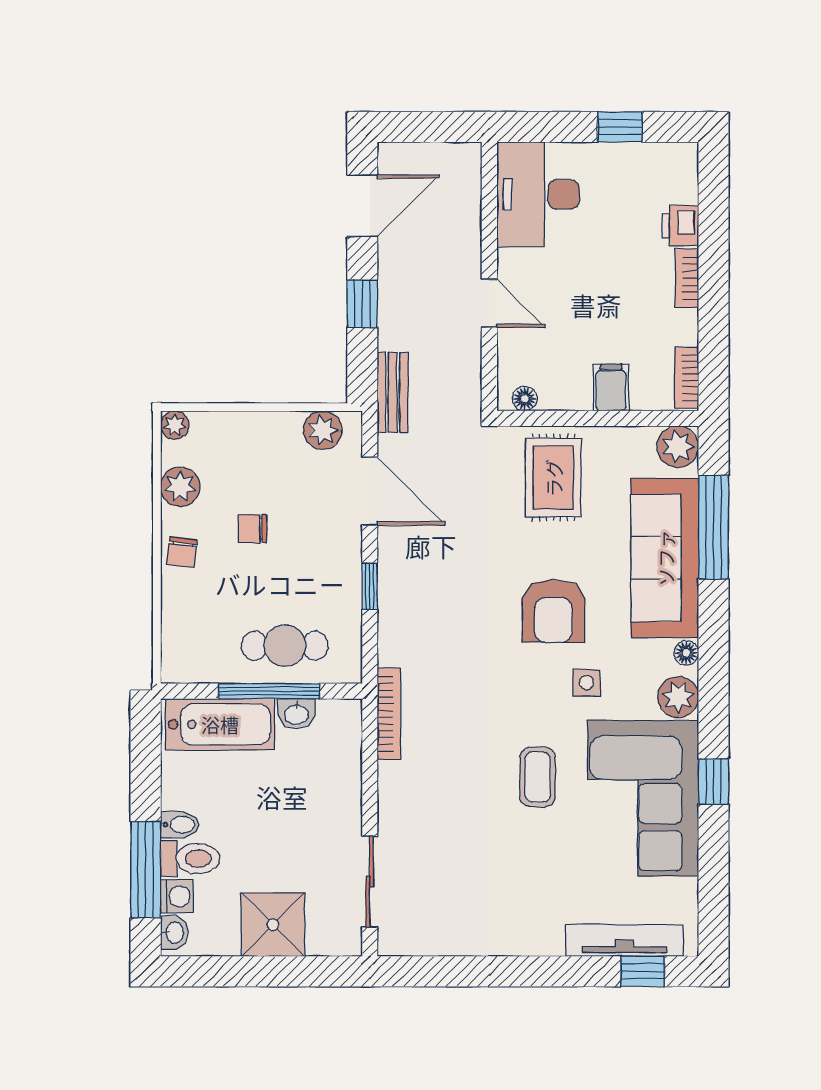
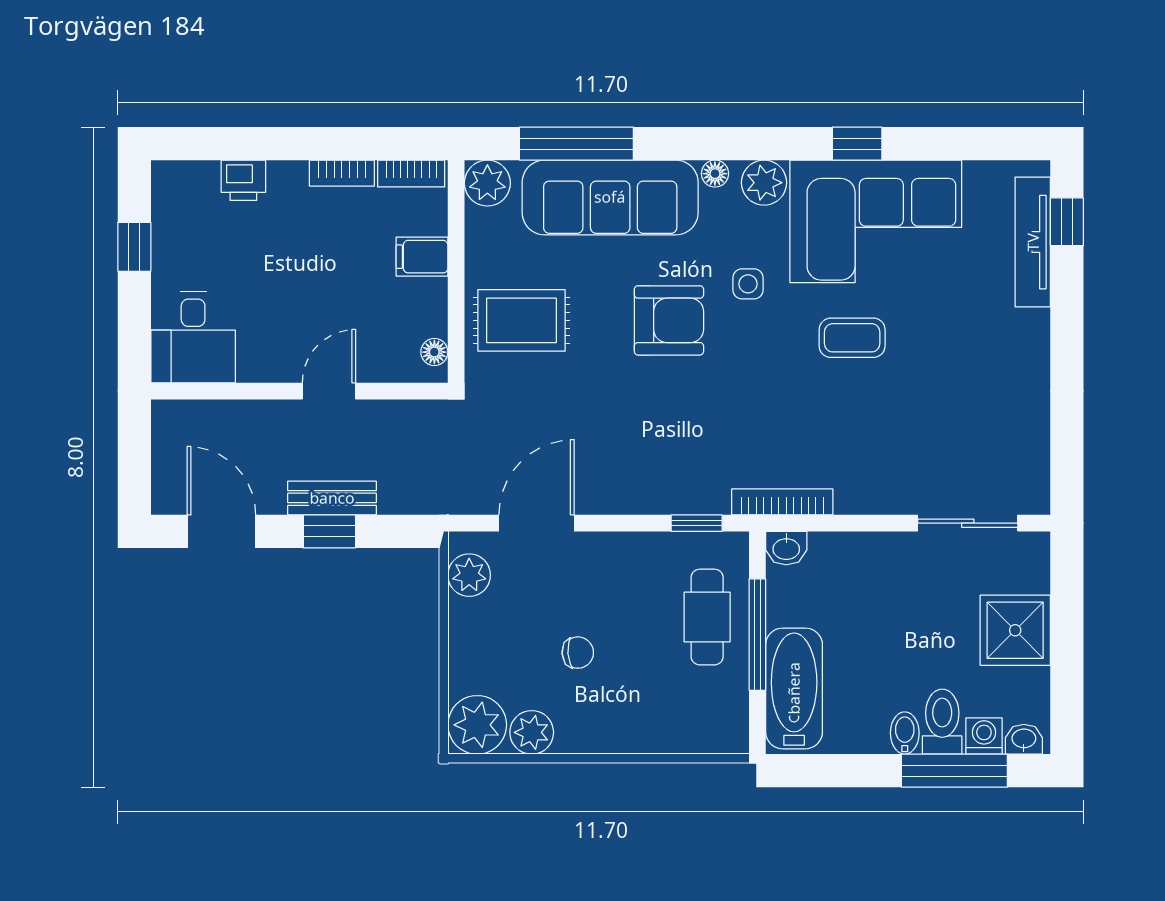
desk: (538, 194) -> (193, 337), width x0.73
bookcase: (687, 278) -> (342, 173), moved
bench: (393, 392) -> (332, 498), moved
plant: (175, 425) -> (477, 725), width x1.88, depth x1.88
chair: (253, 529) -> (578, 653), turned -94
chair: (182, 552) -> (604, 731), removed
window: (370, 586) -> (697, 523), moved
washbasin: (296, 714) -> (786, 548), moved, turned 90

